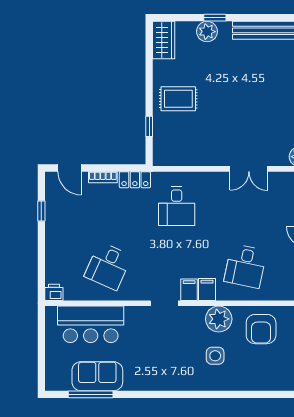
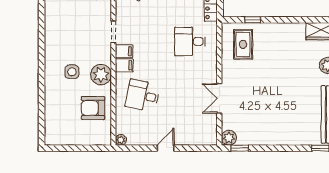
rug: (178, 99) -> (243, 44), moved

